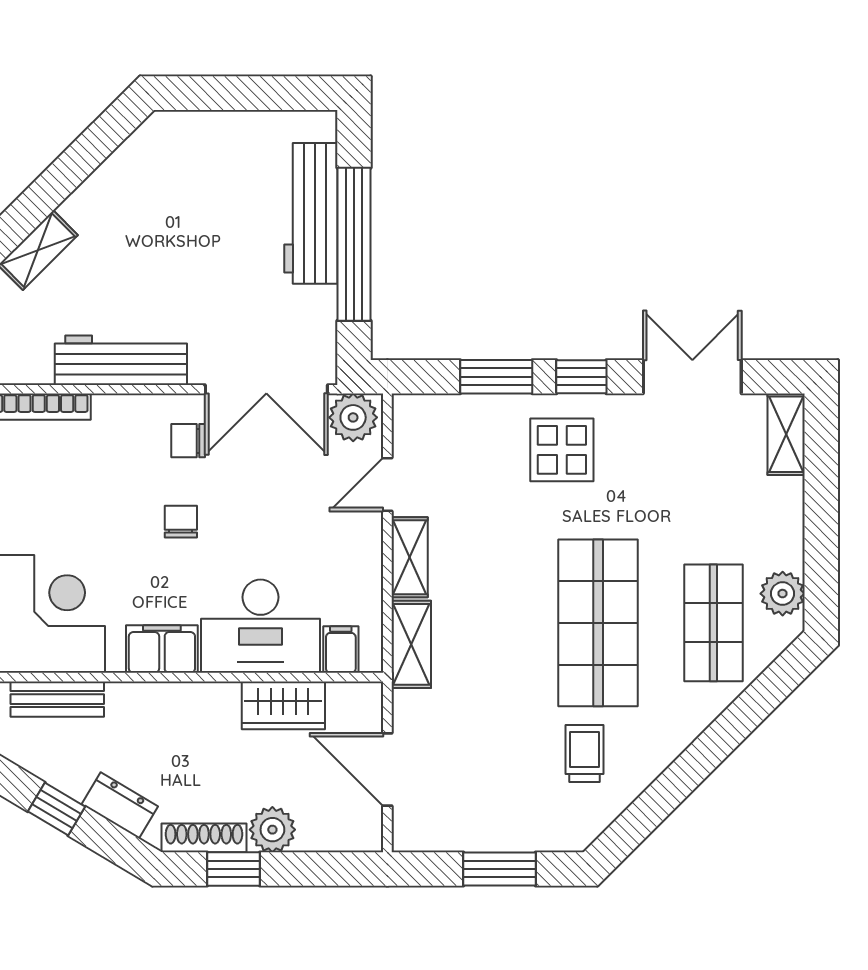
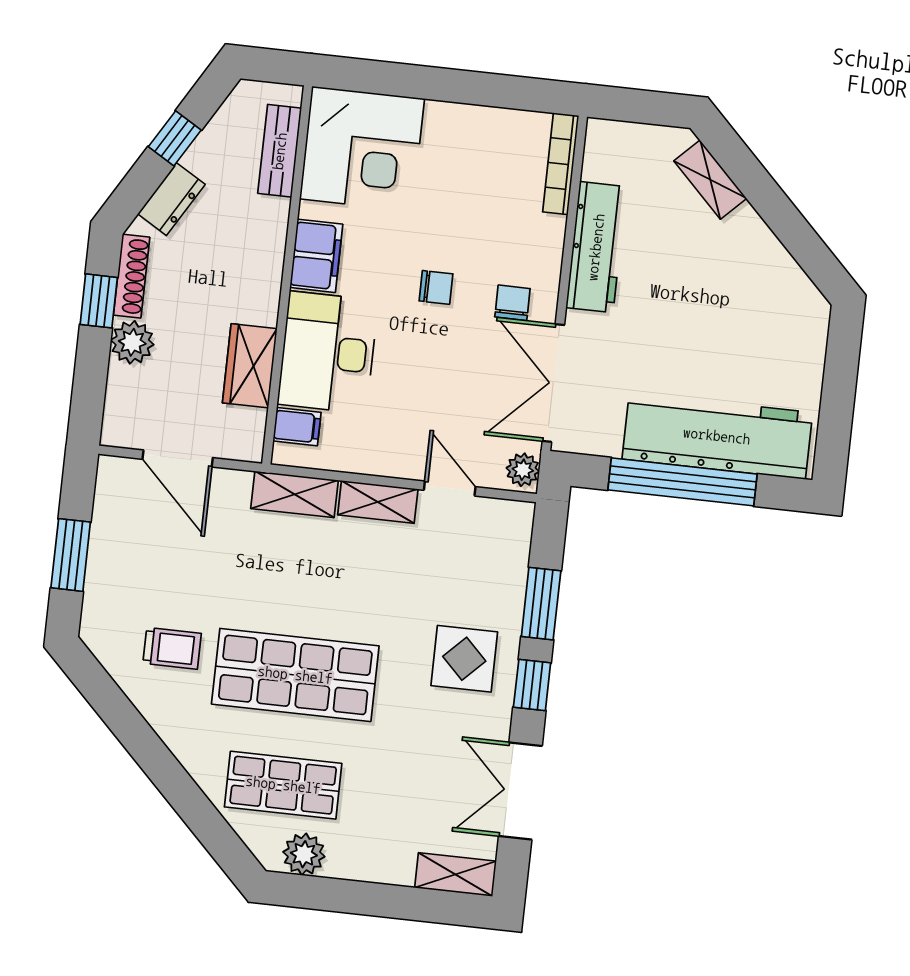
workbench: (311, 213) -> (717, 436), width x1.36, depth x1.32
double door: (692, 377) -> (520, 791), swing flipped
plant: (353, 417) -> (523, 470), width x0.73, depth x0.73
door: (387, 769) -> (178, 458), swing flipped

